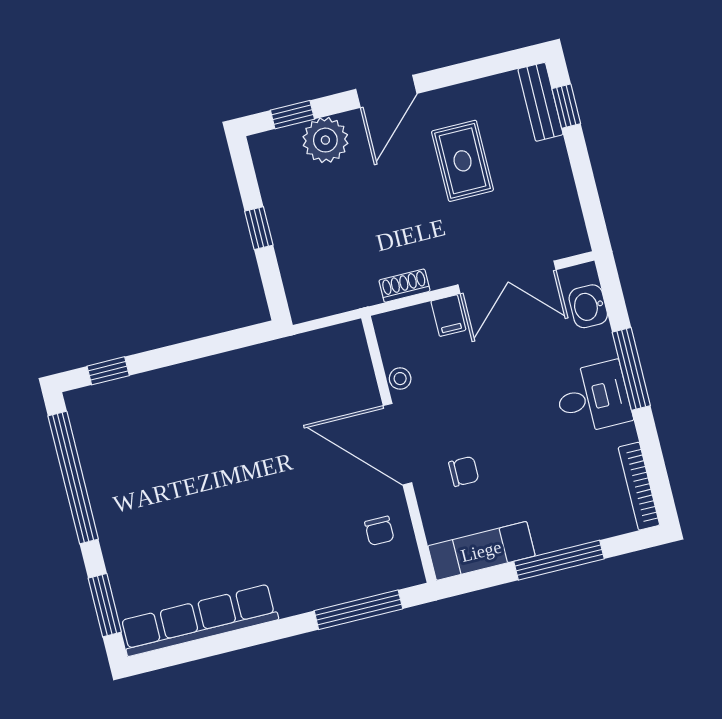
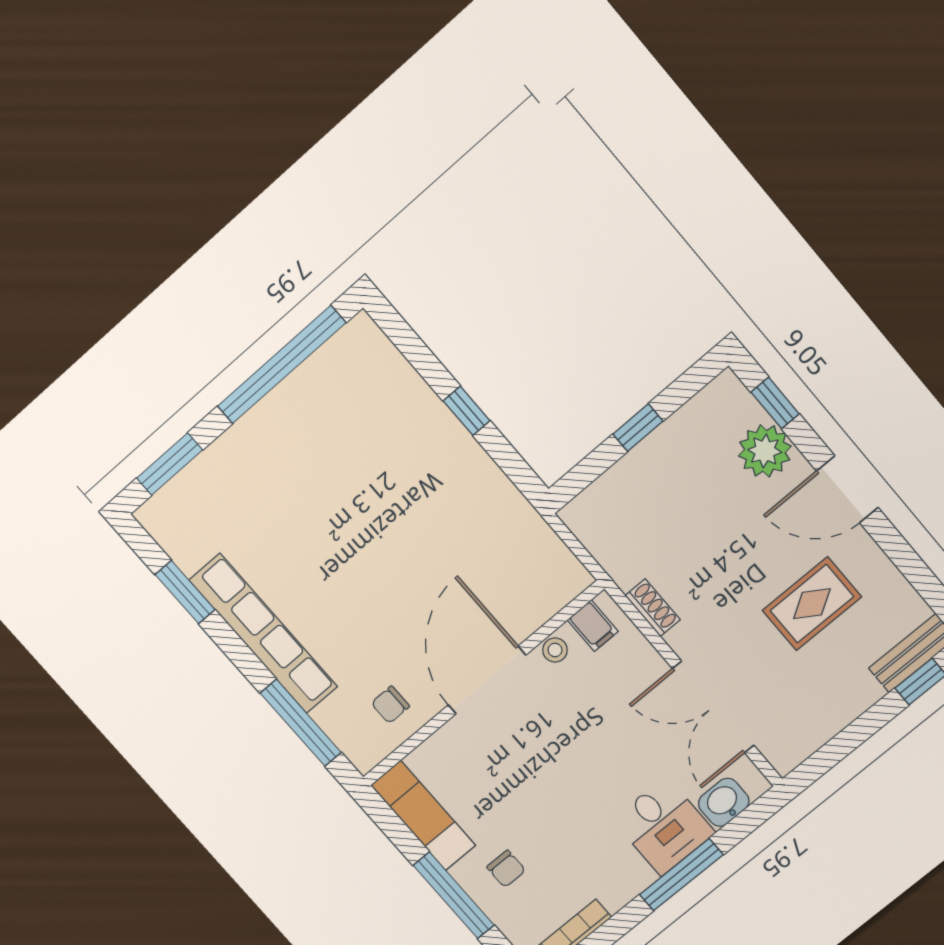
filing cabinet: (448, 316) -> (593, 626), moved, turned -90
window: (108, 371) -> (467, 411), moved
desk: (593, 398) -> (664, 826), moved
chair: (464, 471) -> (506, 869), moved
row of seats: (199, 620) -> (263, 633), moved
window: (210, 647) -> (185, 592), added

